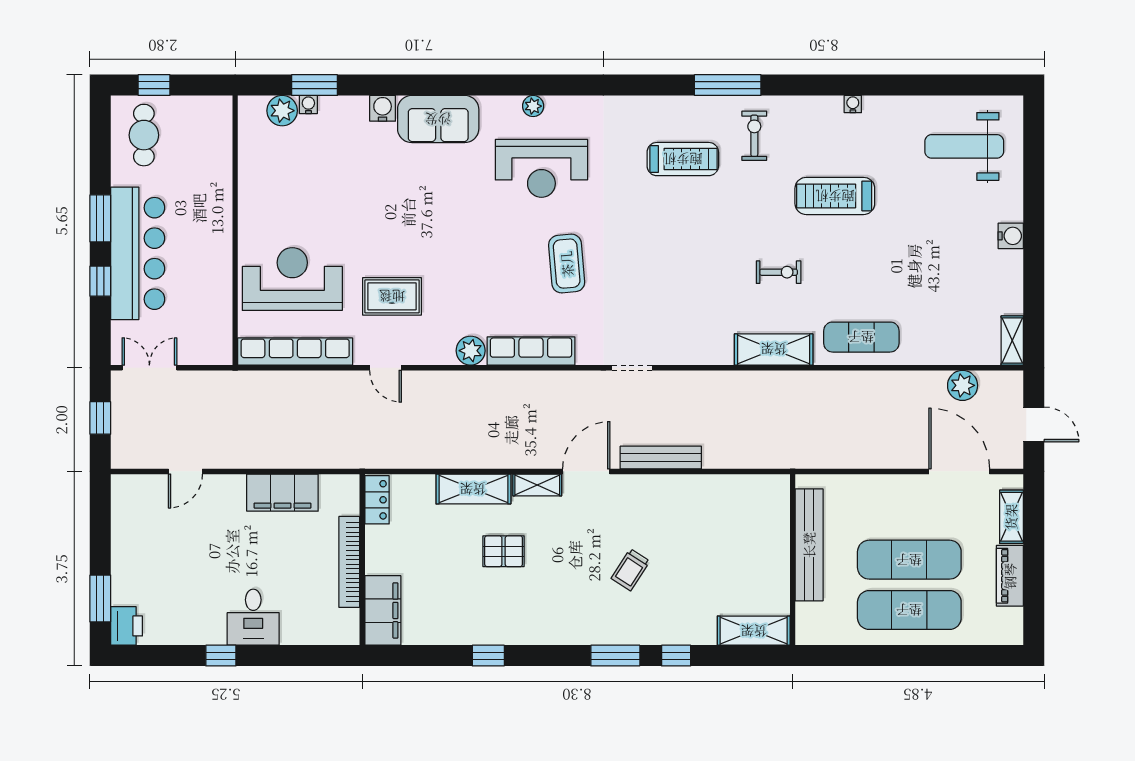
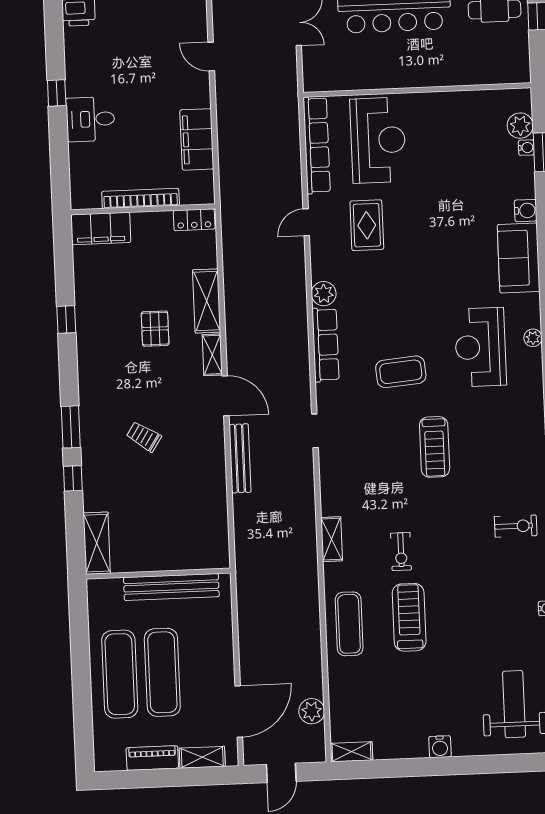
treadmill: (683, 159) -> (435, 447), moved
treadmill: (835, 196) -> (409, 617), moved
shelving: (774, 349) -> (332, 539), width x0.67, depth x0.75

